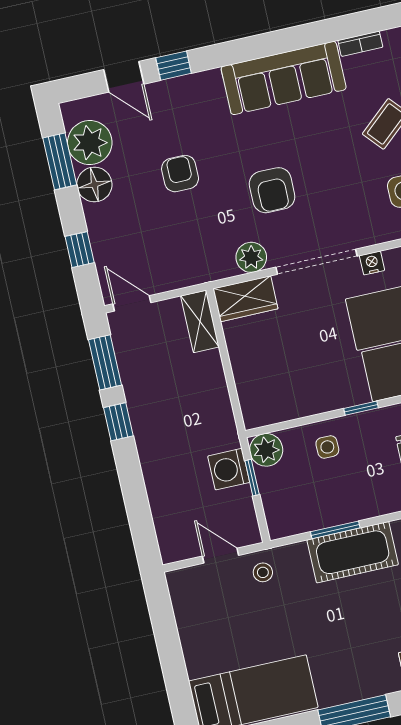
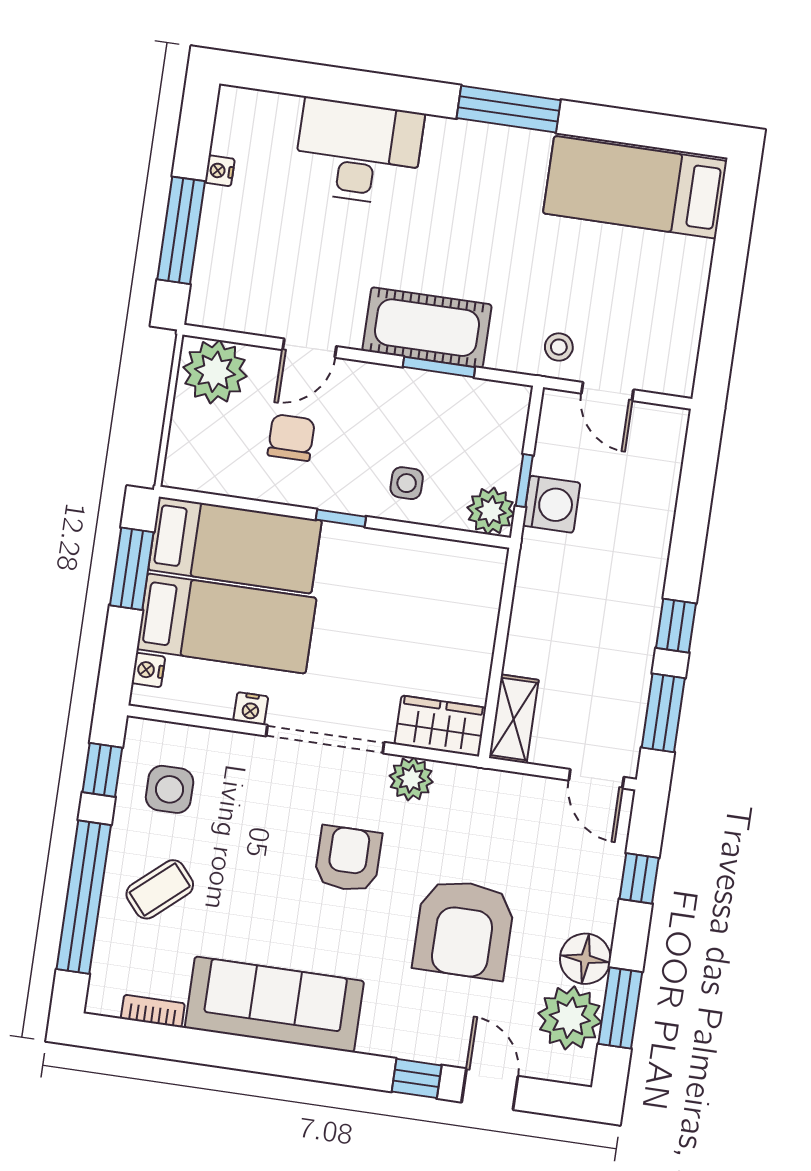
armchair: (180, 174) -> (464, 929), width x1.88, depth x1.88

